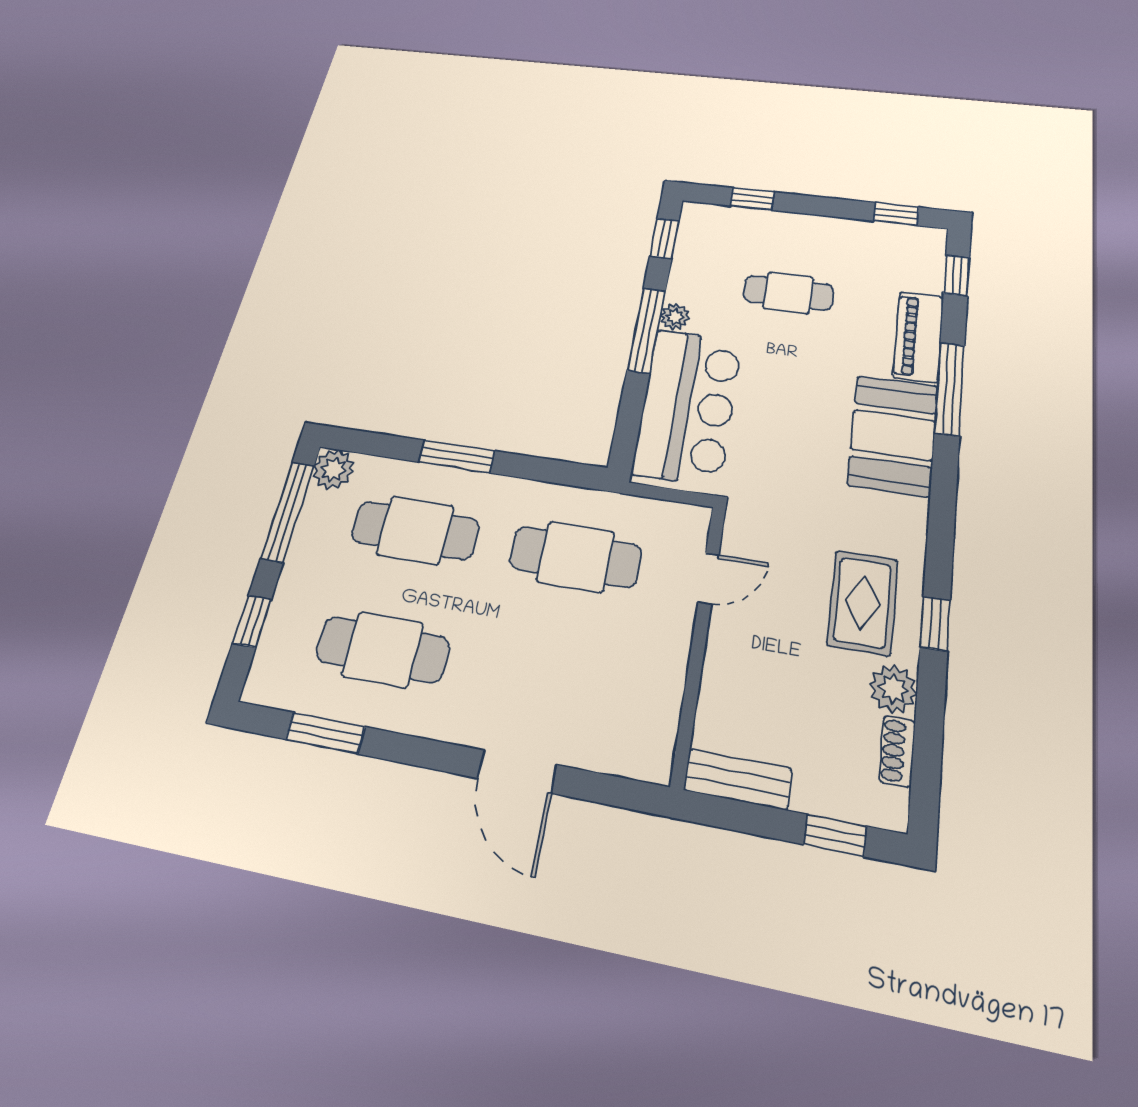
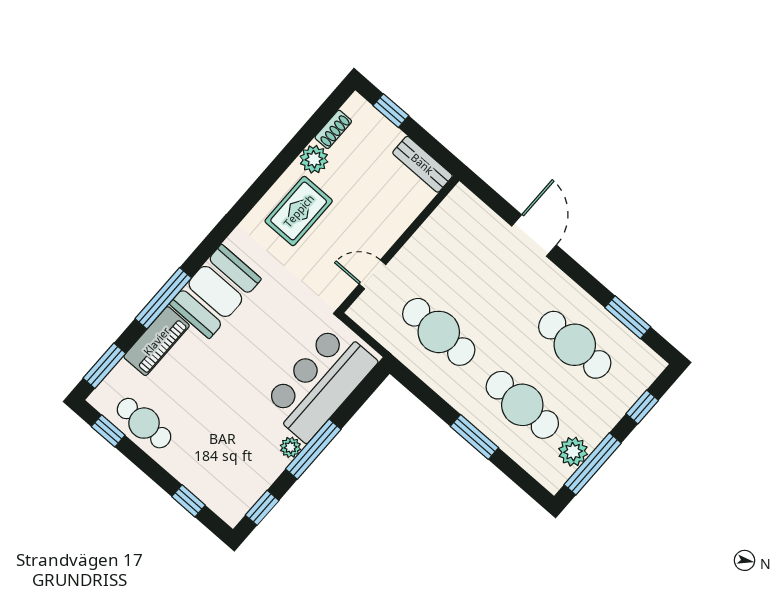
window: (957, 275) -> (104, 366), width x1.50
cafe table: (788, 293) -> (144, 423), moved
plant: (333, 470) -> (573, 452), moved
window: (935, 624) -> (269, 177), removed

